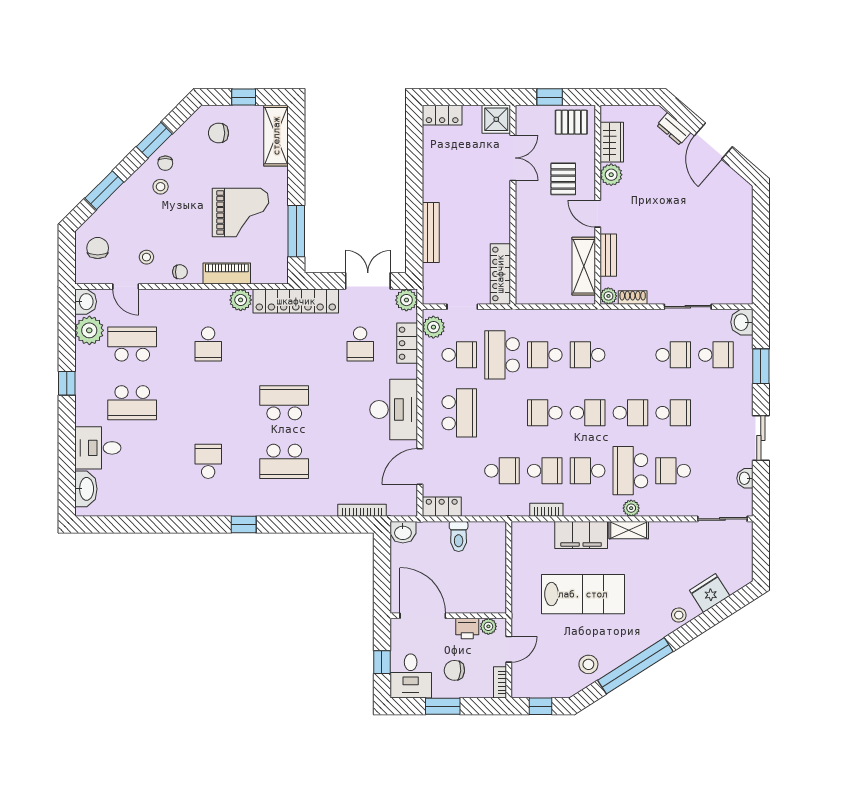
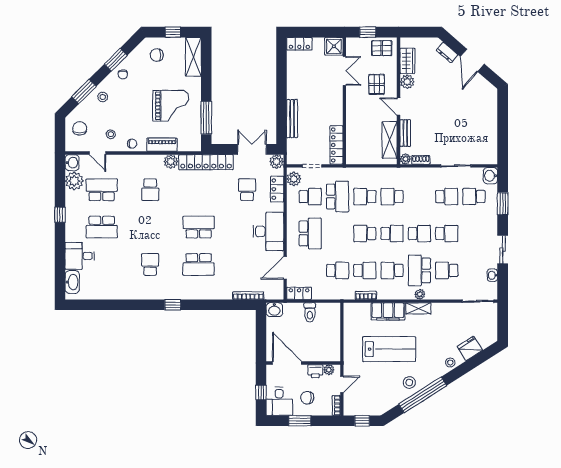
stool: (161, 187) -> (103, 97), moved
school desk: (360, 344) -> (247, 190), turned 180
school desk: (502, 355) -> (338, 197), turned 180
school desk: (716, 355) -> (474, 197), turned 180
stool: (588, 664) -> (409, 382), moved

